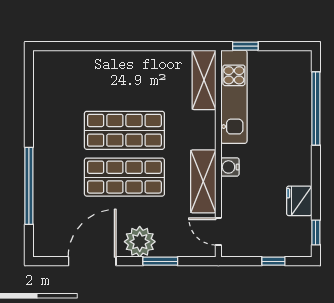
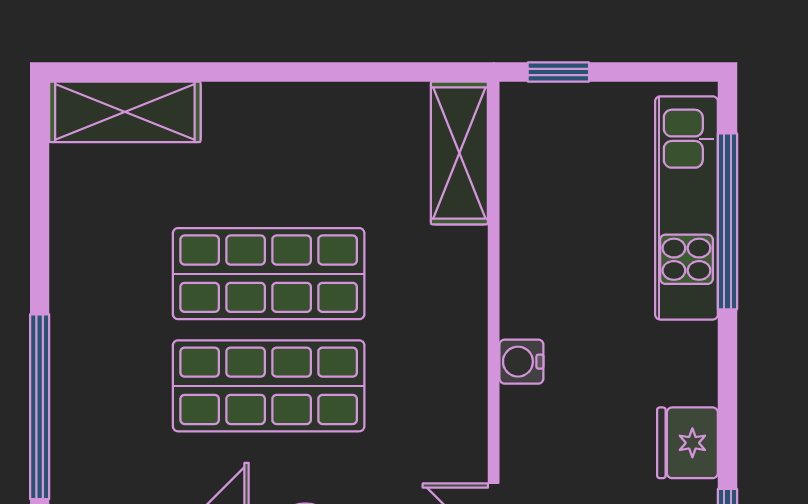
kitchen unit: (234, 97) -> (686, 208), moved, turned 180
shelving: (203, 181) -> (125, 112), moved, turned 90

